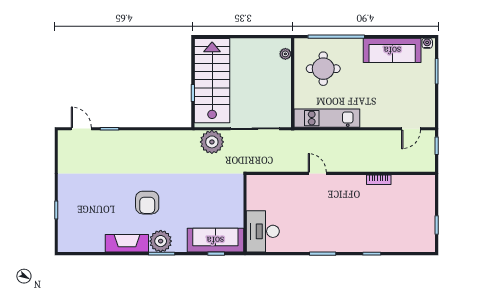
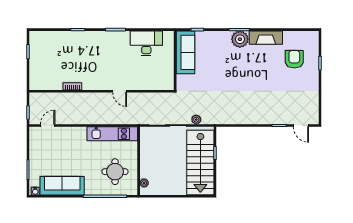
plant: (212, 142) -> (196, 120), width x0.53, depth x0.53
armchair: (147, 203) -> (294, 59), moved
desk: (263, 231) -> (146, 43), moved, turned -90
sofa: (215, 240) -> (185, 52), moved, turned -90

